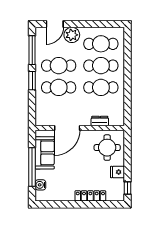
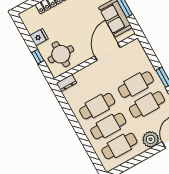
dresser: (100, 121) -> (66, 83), moved
window: (128, 188) -> (38, 57), moved

